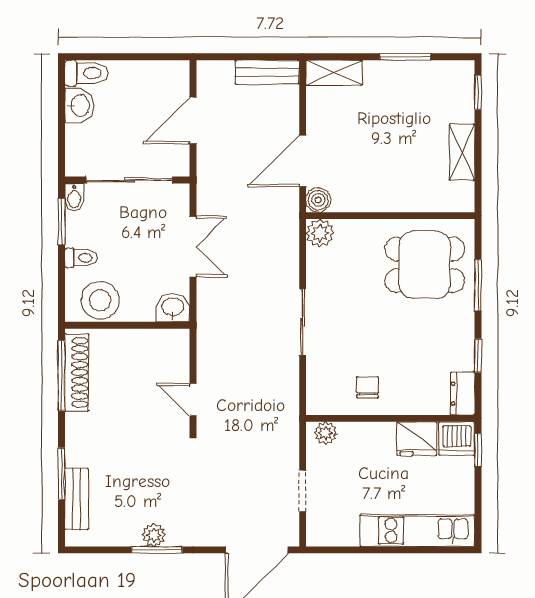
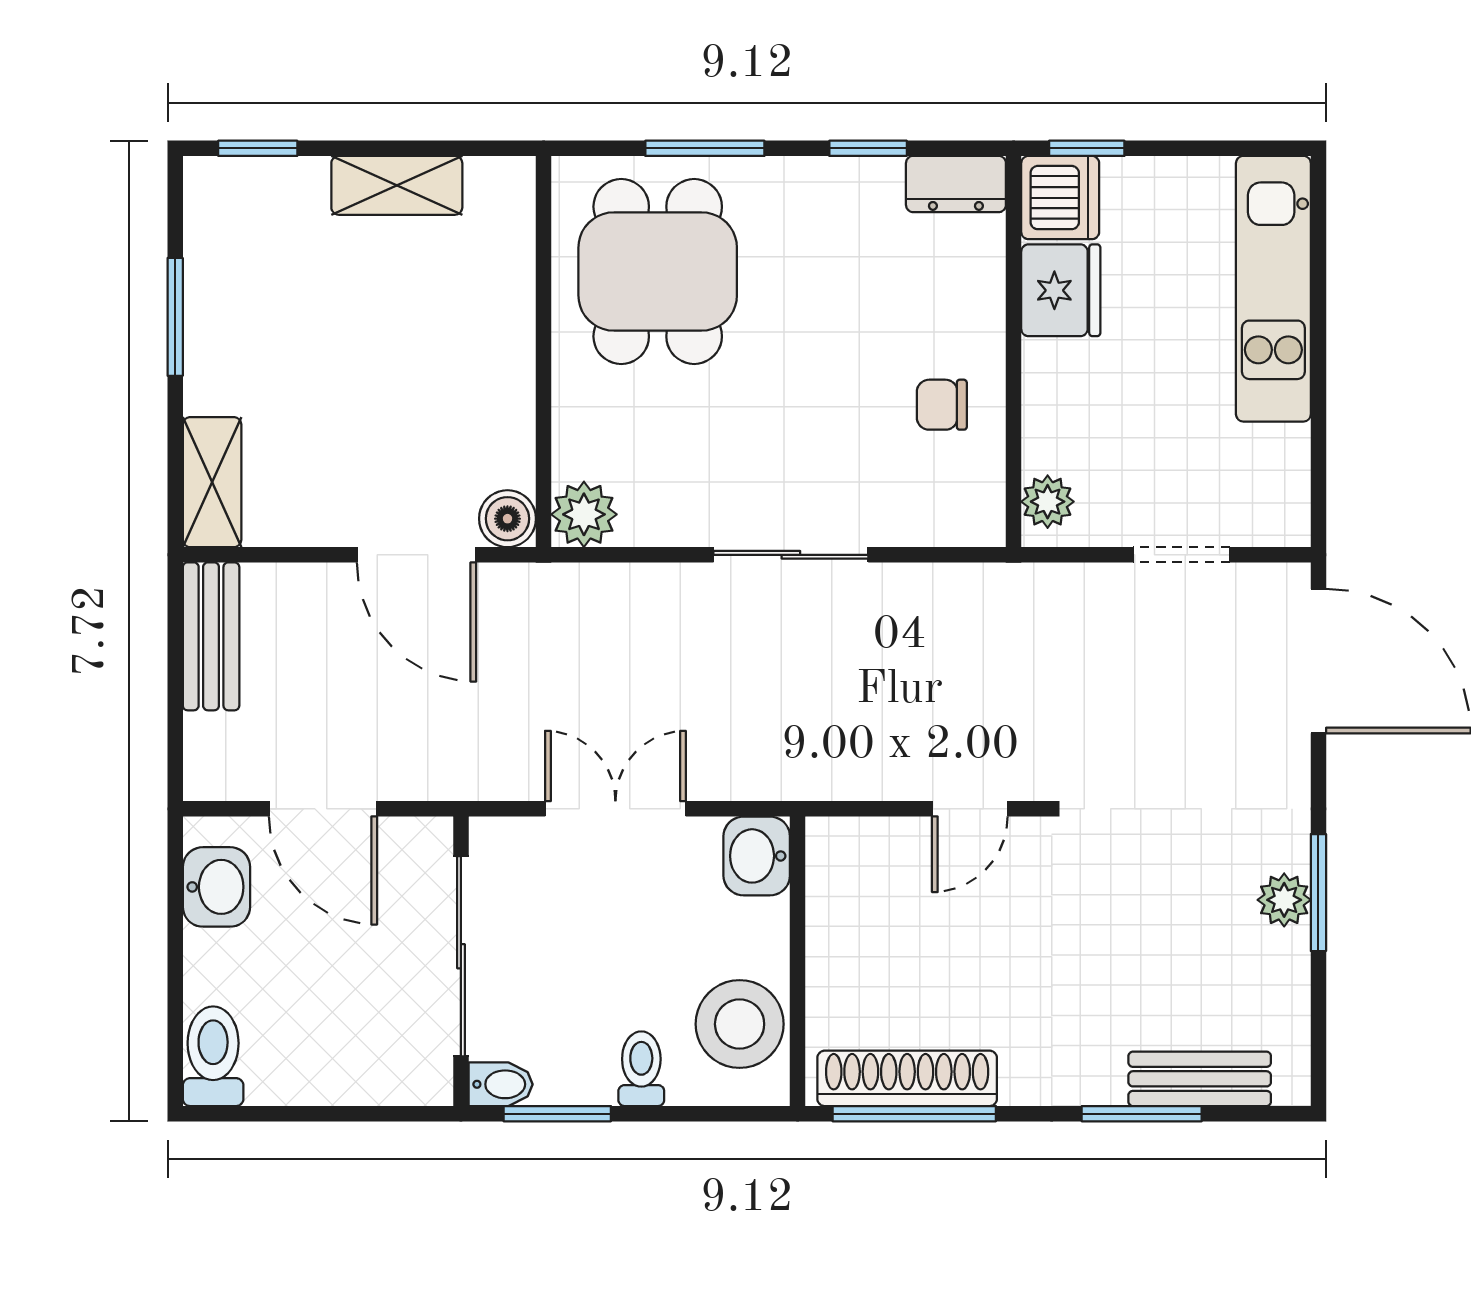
washbasin: (79, 106) -> (216, 887), moved, turned 90

